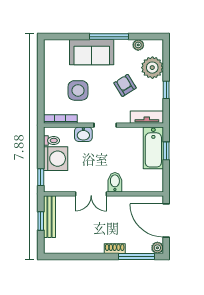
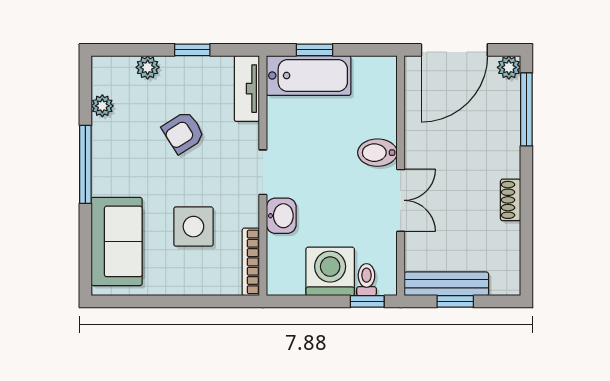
sofa: (92, 52) -> (117, 241), moved
plant: (152, 68) -> (148, 67), width x0.53, depth x0.53
toilet: (52, 141) -> (366, 280), moved
shoe rack: (115, 249) -> (511, 200), moved

